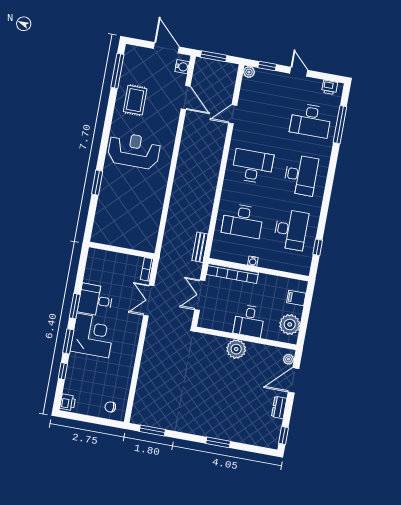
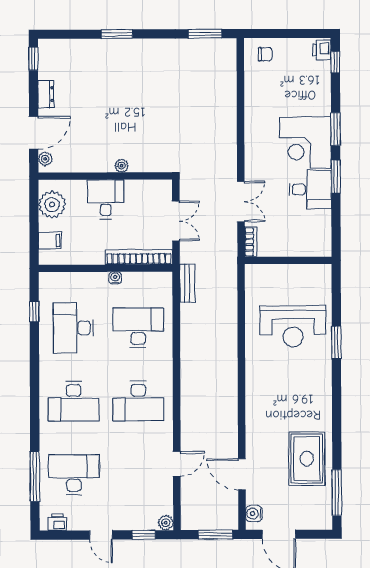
rug: (135, 100) -> (307, 459), width x1.36, depth x1.43
reception desk: (134, 151) -> (293, 326), moved
desk: (301, 175) -> (74, 401), turned -90
plant: (236, 349) -> (122, 166), width x0.53, depth x0.53
window: (63, 371) -> (335, 62), moved

